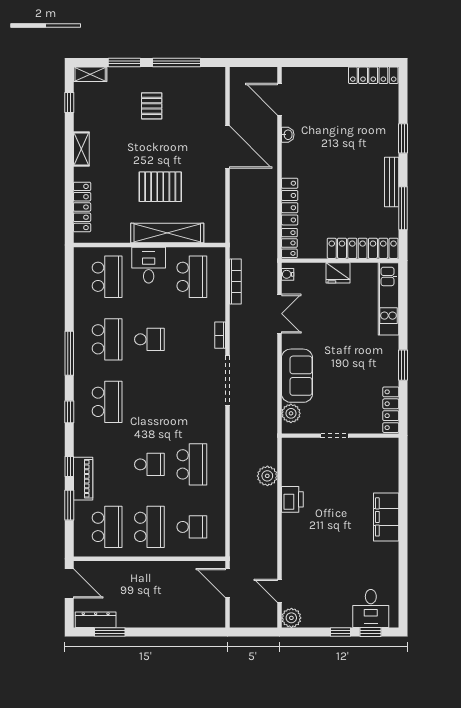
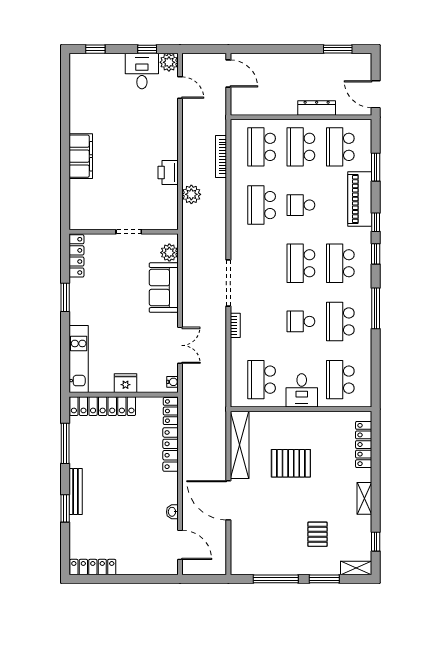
pallet: (152, 106) -> (317, 534), moved
bench: (392, 182) -> (76, 492), moved
shelving: (167, 233) -> (240, 445), moved, turned 90
bookcase: (235, 281) -> (221, 157), moved
double door: (279, 314) -> (180, 345), swing flipped
school desk: (149, 402) -> (301, 263), added
window: (69, 467) -> (376, 222), moved
piano: (83, 479) -> (360, 199), width x1.37, depth x1.33
school desk: (192, 527) -> (262, 147), width x1.85
door: (227, 583) -> (228, 73), moved
desk: (371, 608) -> (142, 71), moved
dresser: (96, 620) -> (317, 108), moved, turned 180
window: (340, 632) -> (147, 49), moved

